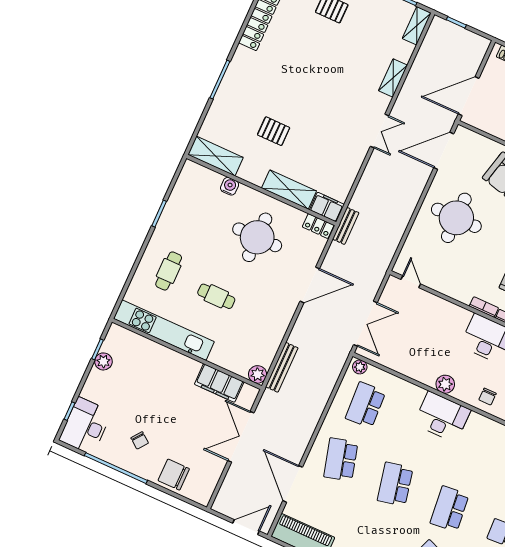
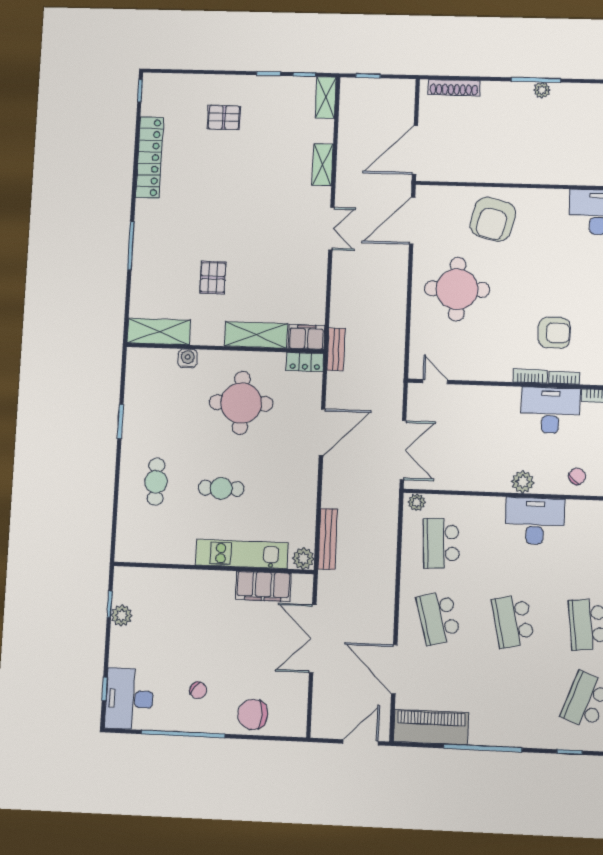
pallet: (274, 131) -> (213, 277), turned 90
kitchen unit: (164, 330) -> (242, 554), moved, width x0.73
chair: (488, 397) -> (577, 476), turned -135

